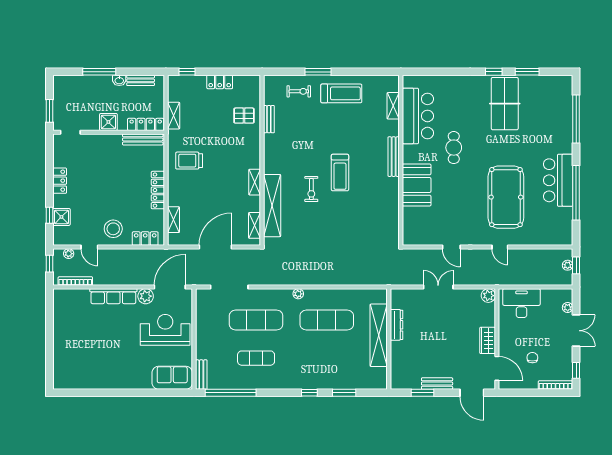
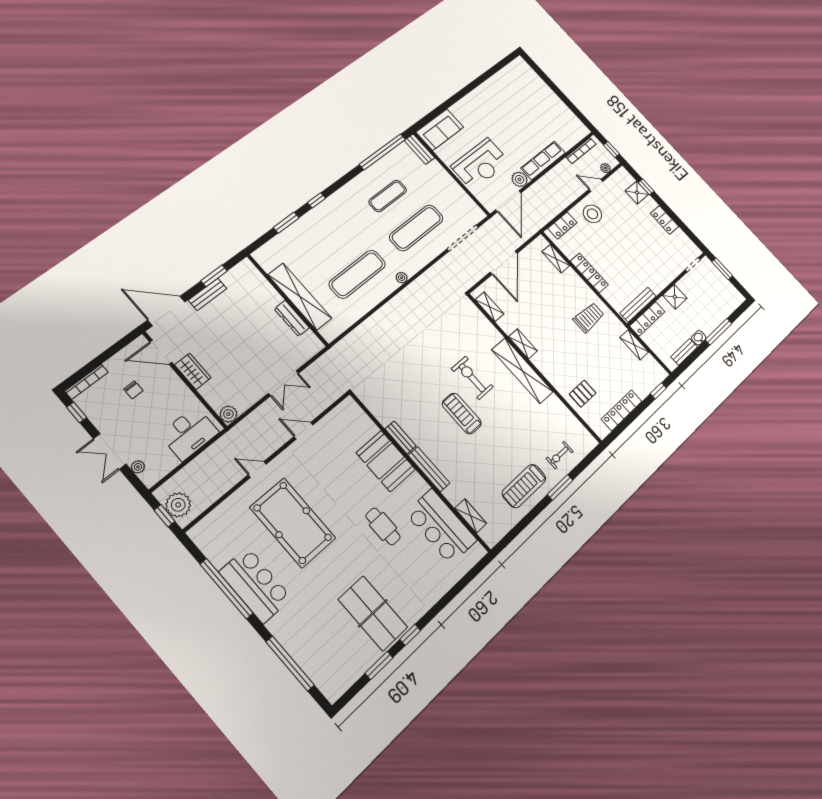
locker: (220, 82) -> (622, 410), width x1.53
bench: (269, 119) -> (401, 437), moved
exercise bike: (311, 189) -> (472, 378), width x1.38, depth x1.39
shelving: (272, 206) -> (522, 371), moved
plant: (568, 265) -> (178, 505), width x1.88, depth x1.88
door: (472, 393) -> (166, 311), width x1.36

